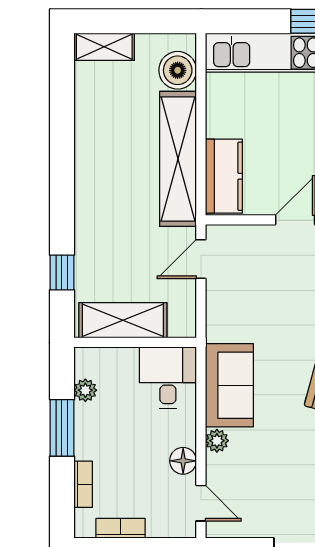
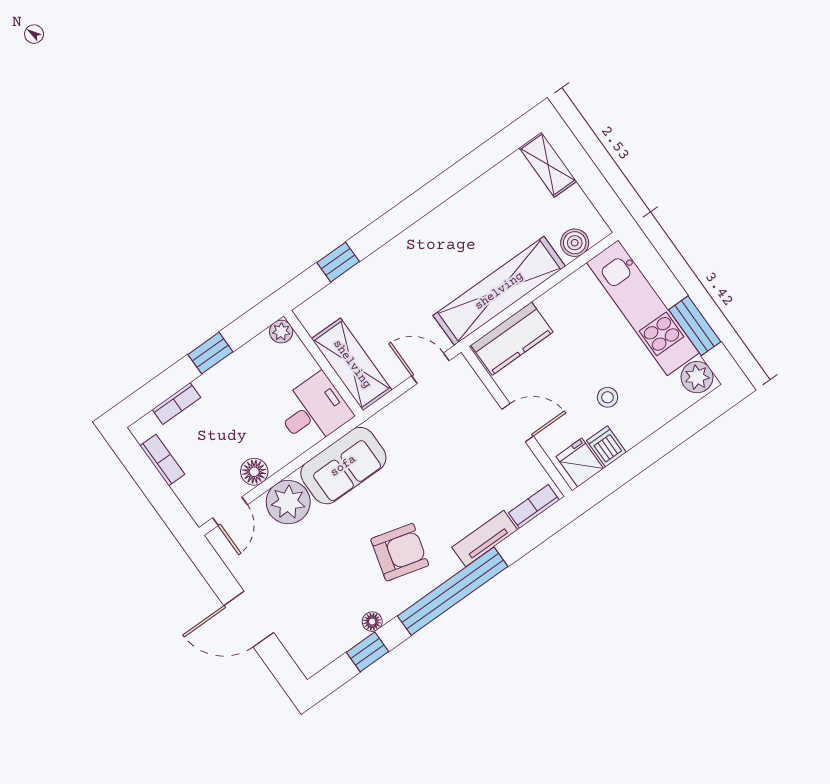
boiler: (178, 70) -> (575, 243), width x0.73, depth x0.73
shelving: (123, 320) -> (352, 364), moved
plant: (85, 390) -> (281, 332), moved
window: (62, 428) -> (210, 353), width x0.67
plant: (217, 441) -> (288, 502), width x1.87, depth x1.87

